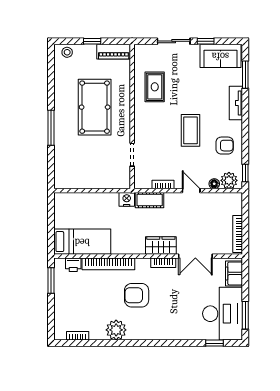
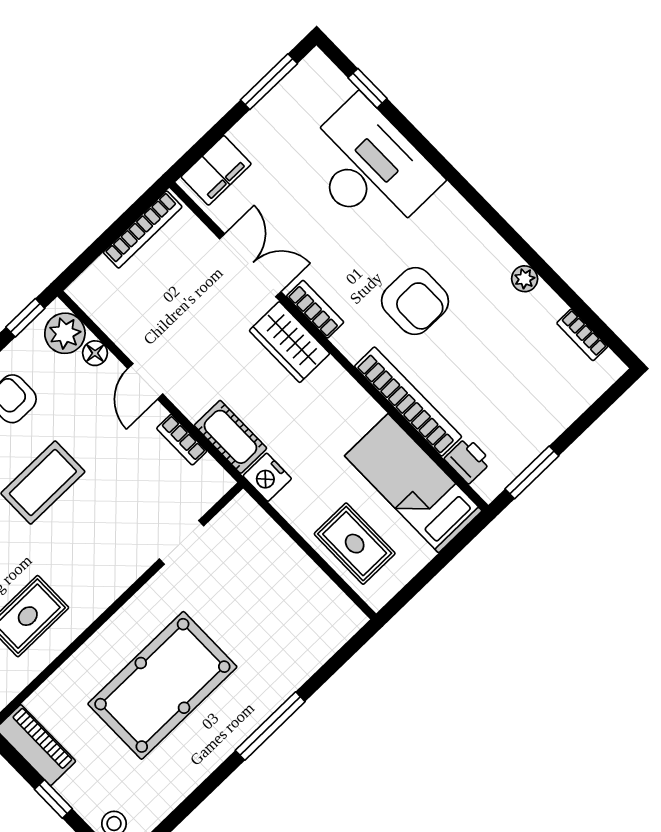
rug: (81, 206) -> (355, 544), added
desk: (222, 314) -> (369, 168), moved, turned 90
plant: (116, 330) -> (525, 279), width x0.53, depth x0.53

